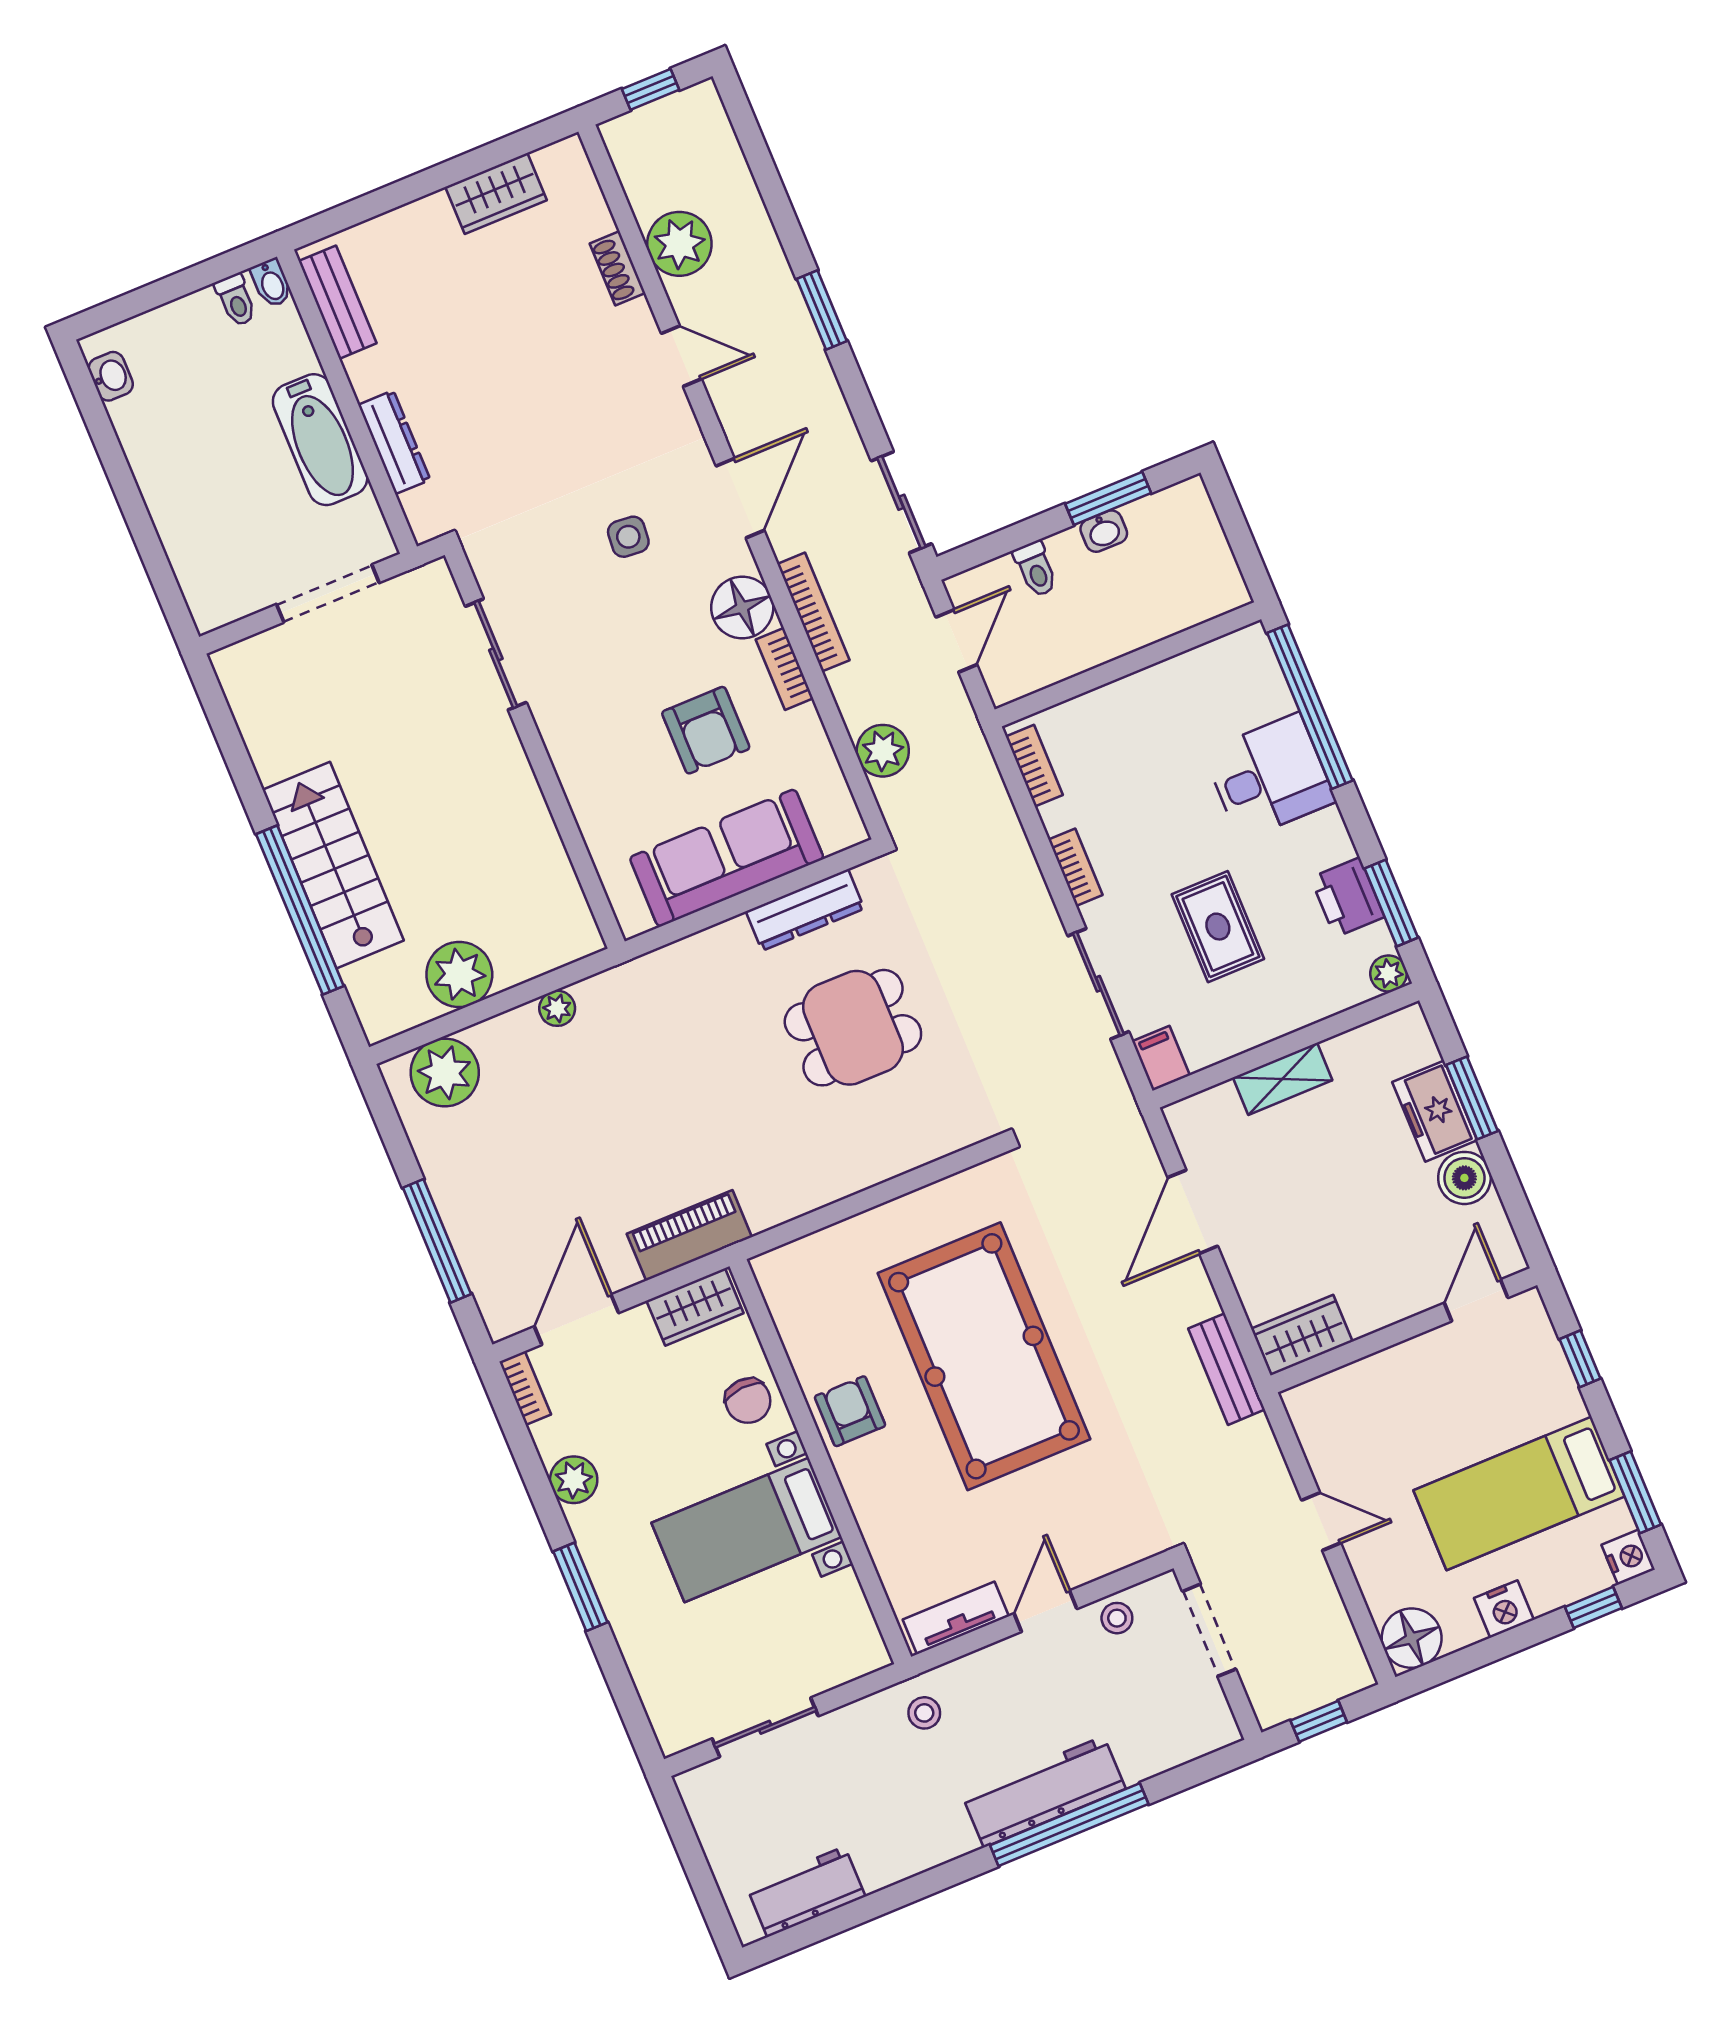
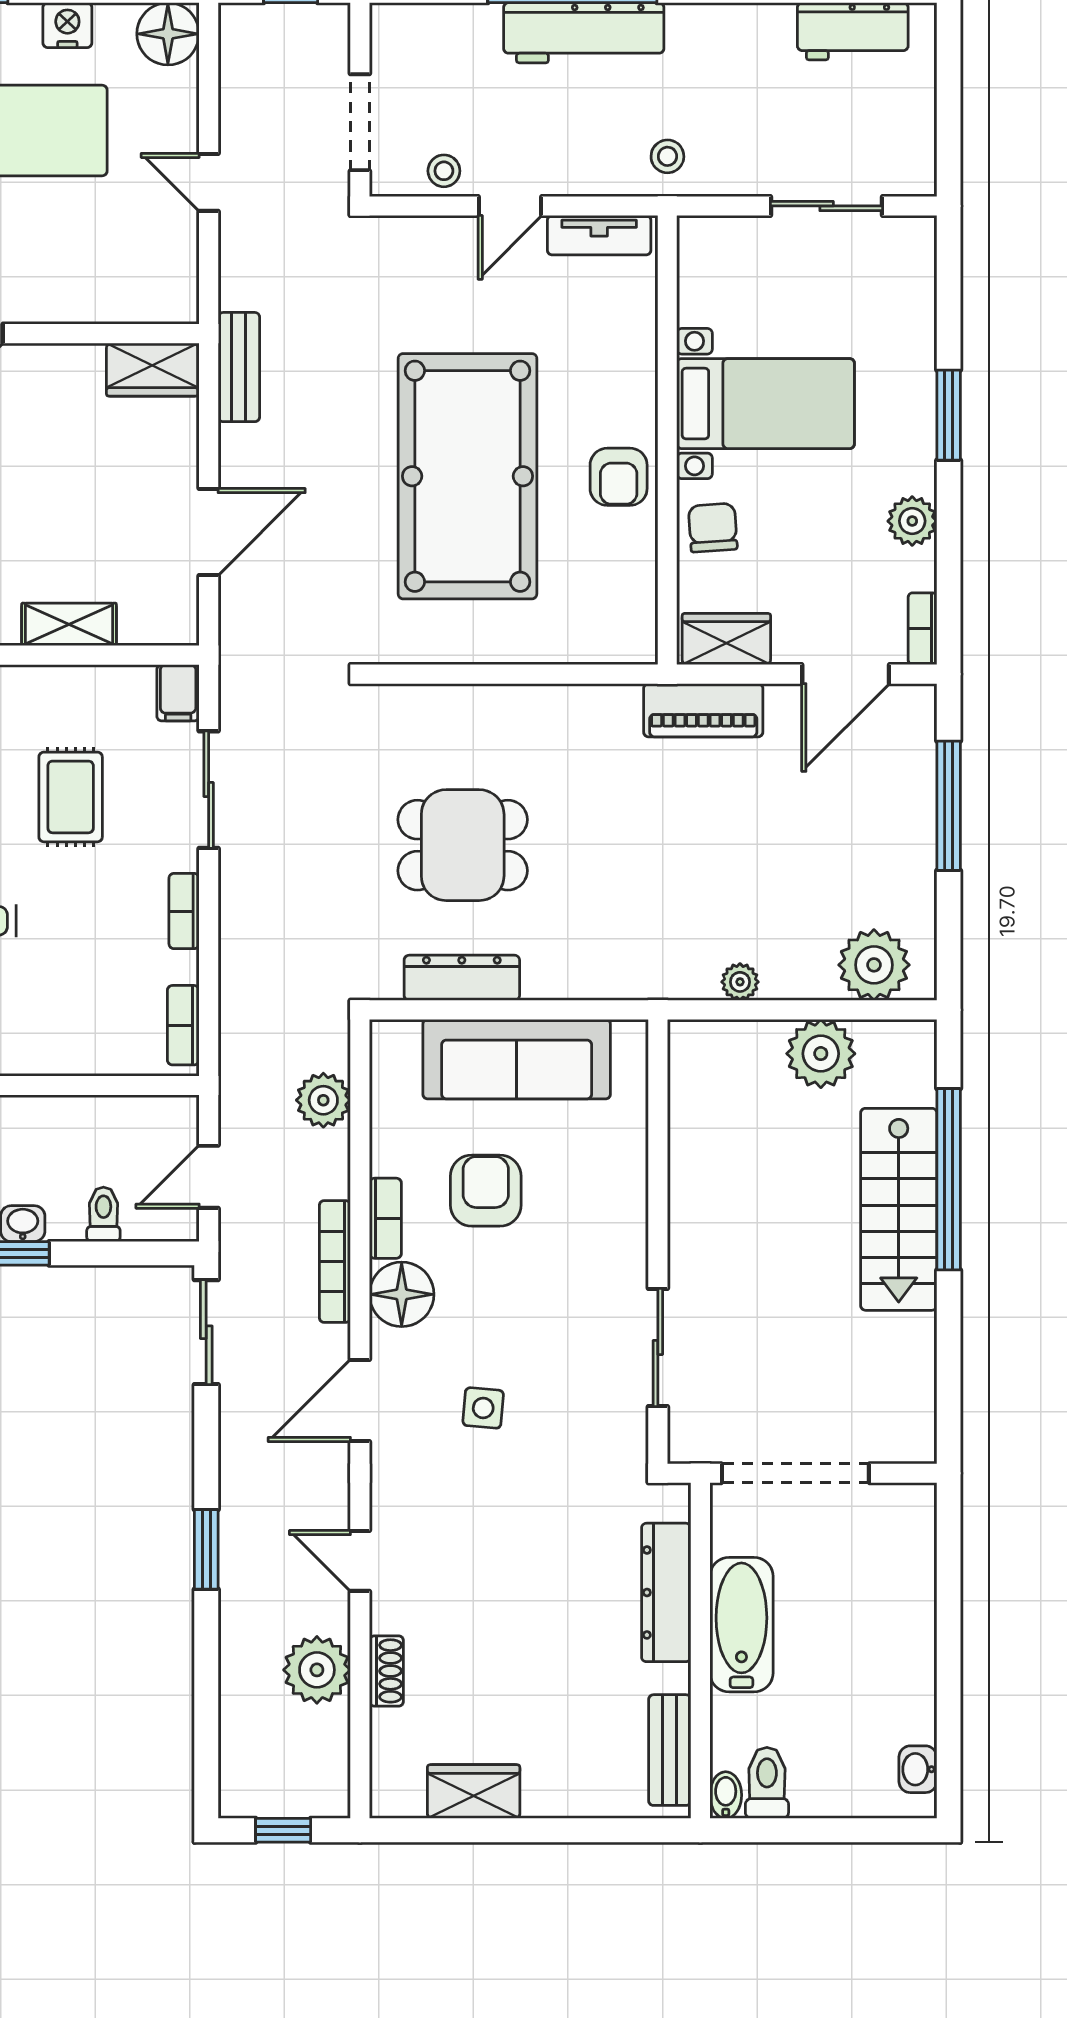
toilet: (236, 300) -> (767, 1783), width x1.37, depth x1.39
dresser: (394, 442) -> (666, 1592), width x1.37, depth x1.24
doorway: (328, 594) -> (795, 1473), width x1.36

